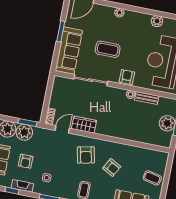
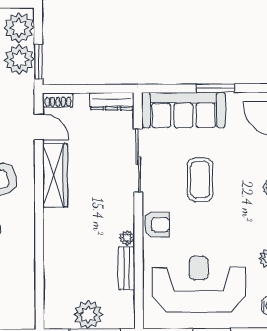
dresser: (56, 88) -> (112, 101), added
wardrobe: (84, 125) -> (55, 175), width x1.50

